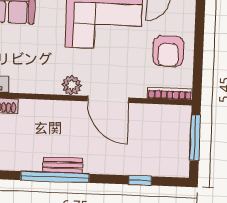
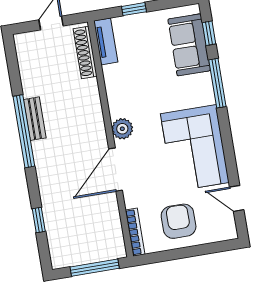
armchair: (168, 51) -> (179, 221), turned 90
bench: (63, 165) -> (35, 119), moved

